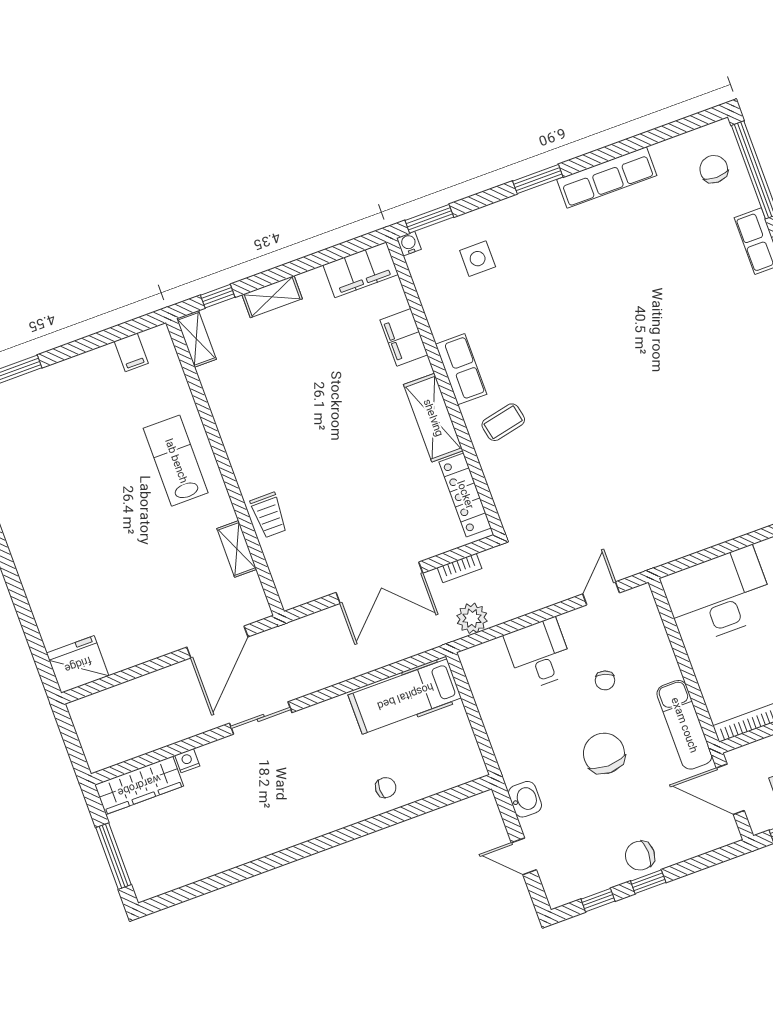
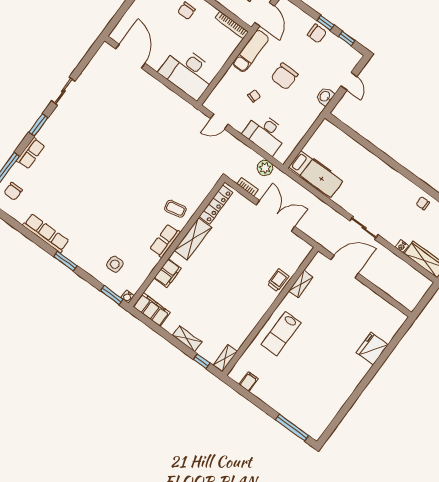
desk: (539, 654) -> (265, 133), width x1.37
fridge: (78, 664) -> (372, 349), moved, turned 90
chair: (386, 788) -> (423, 203), moved

